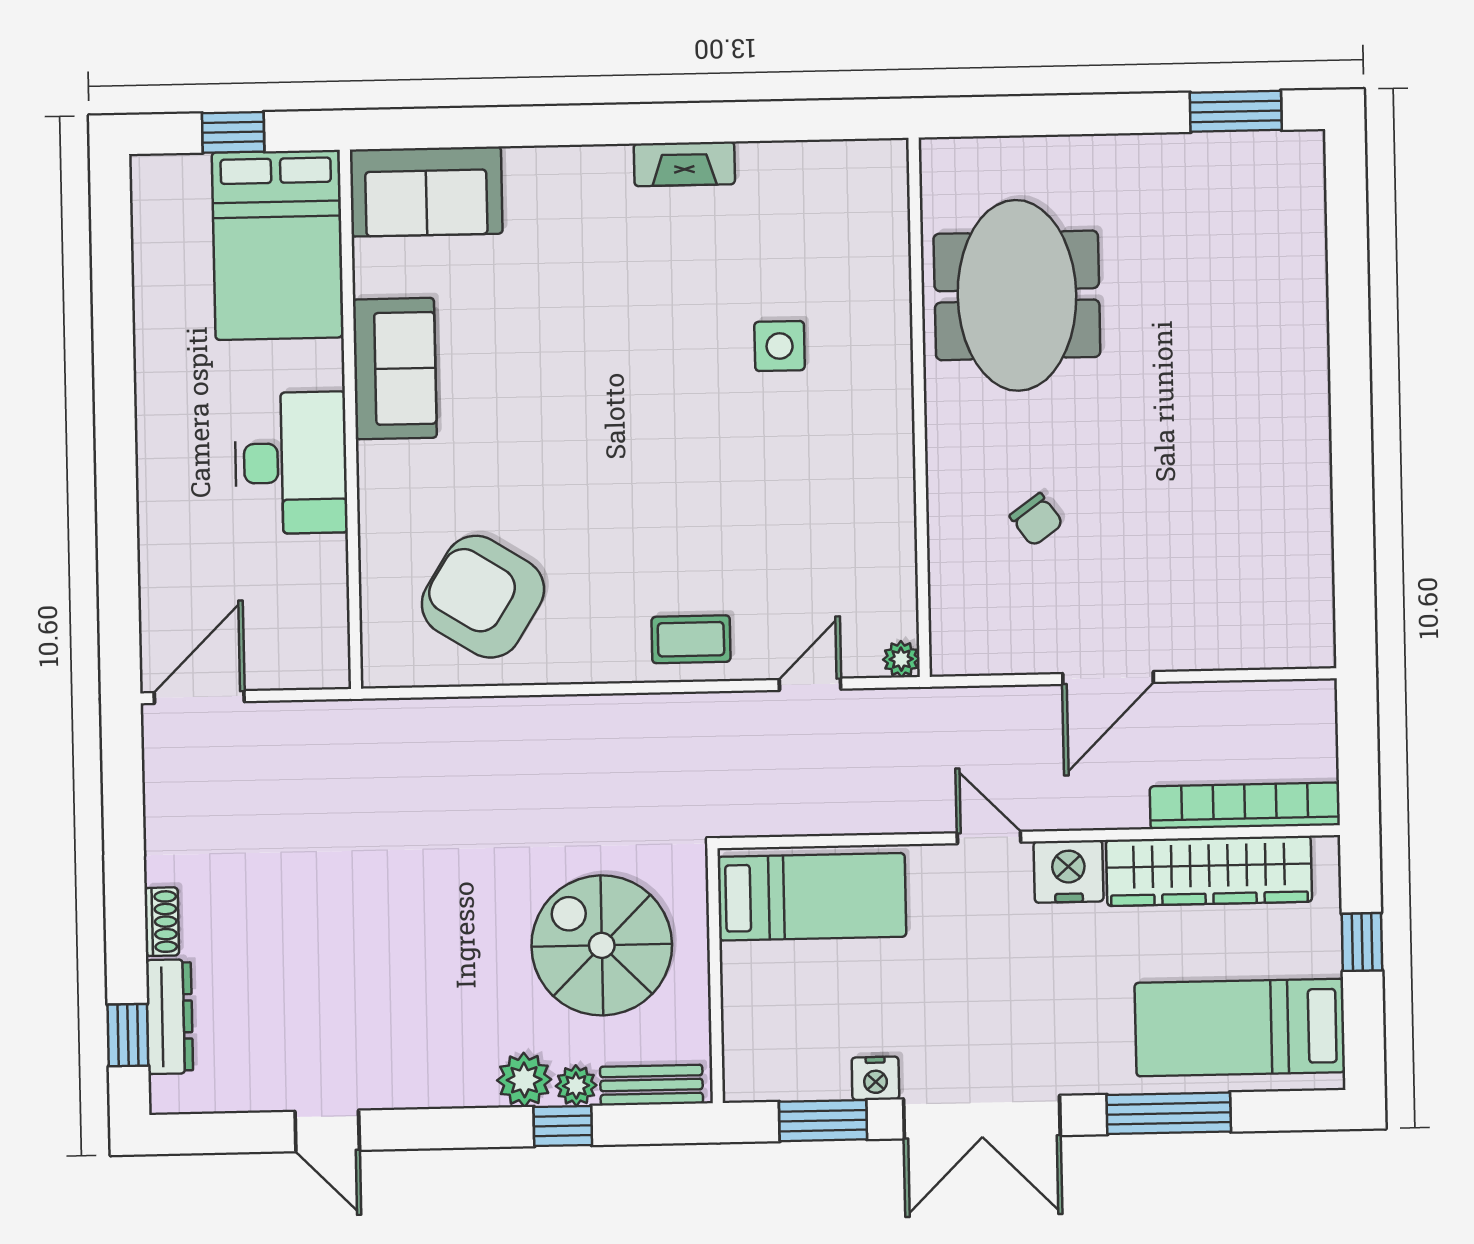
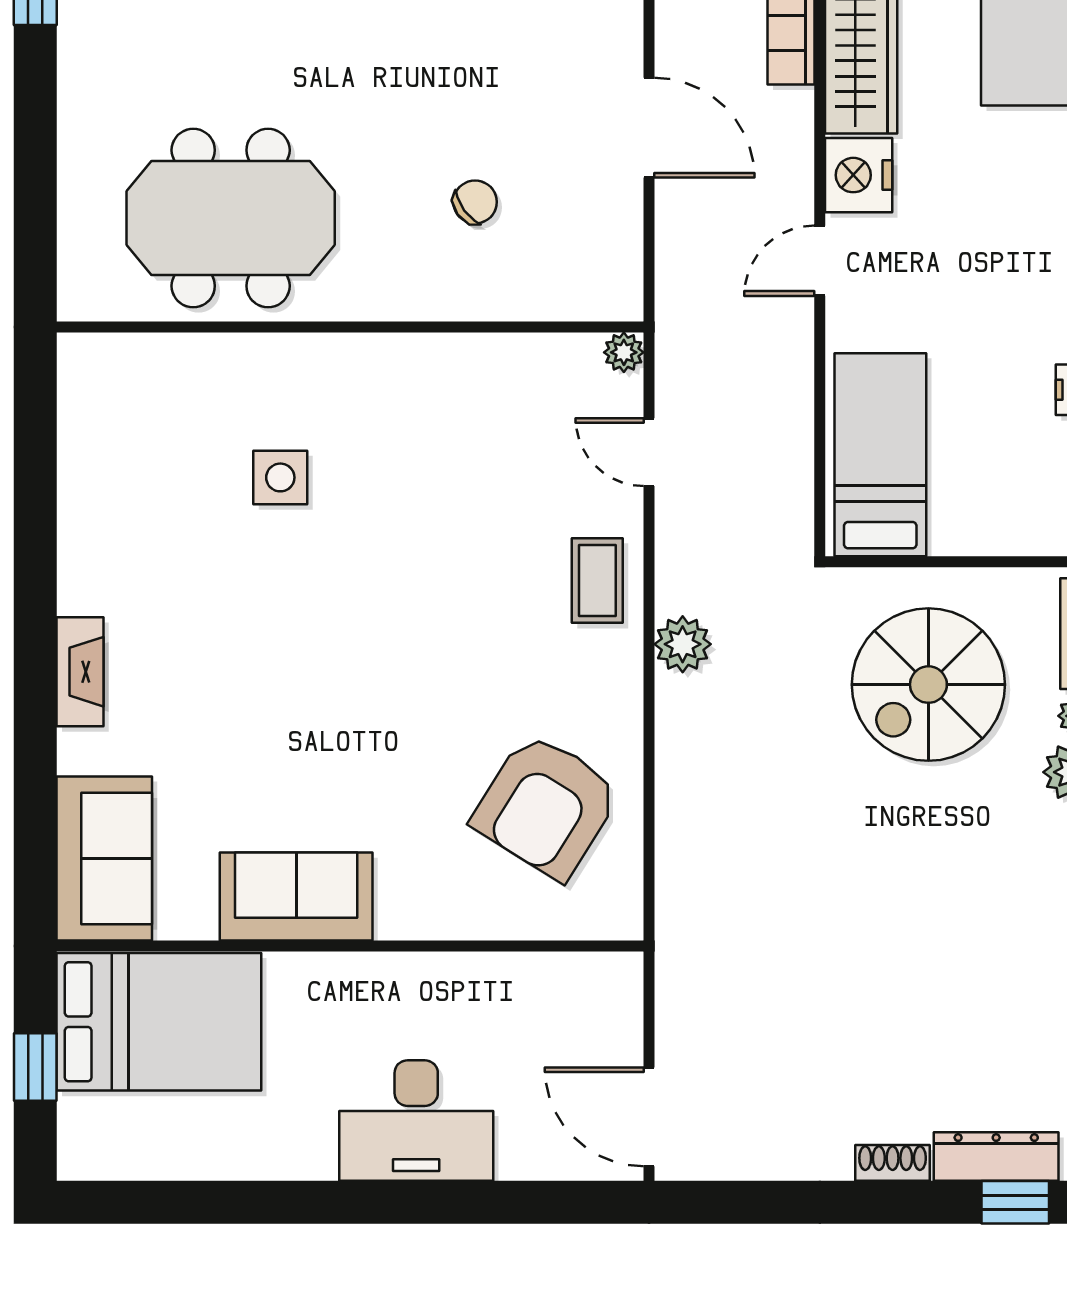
fireplace: (684, 164) -> (80, 672), moved
desk: (291, 463) -> (416, 1121), moved, turned 180
plant: (634, 719) -> (683, 644), added

